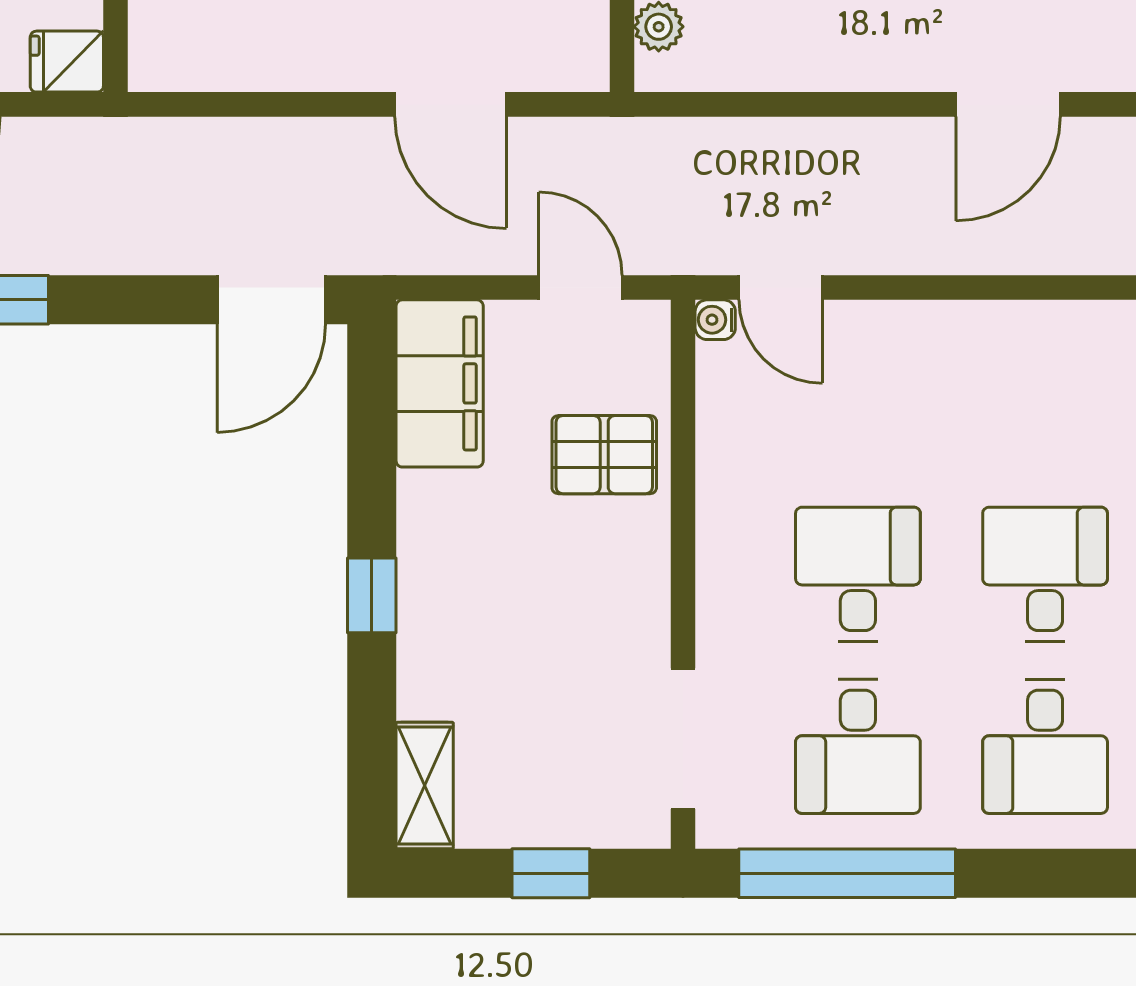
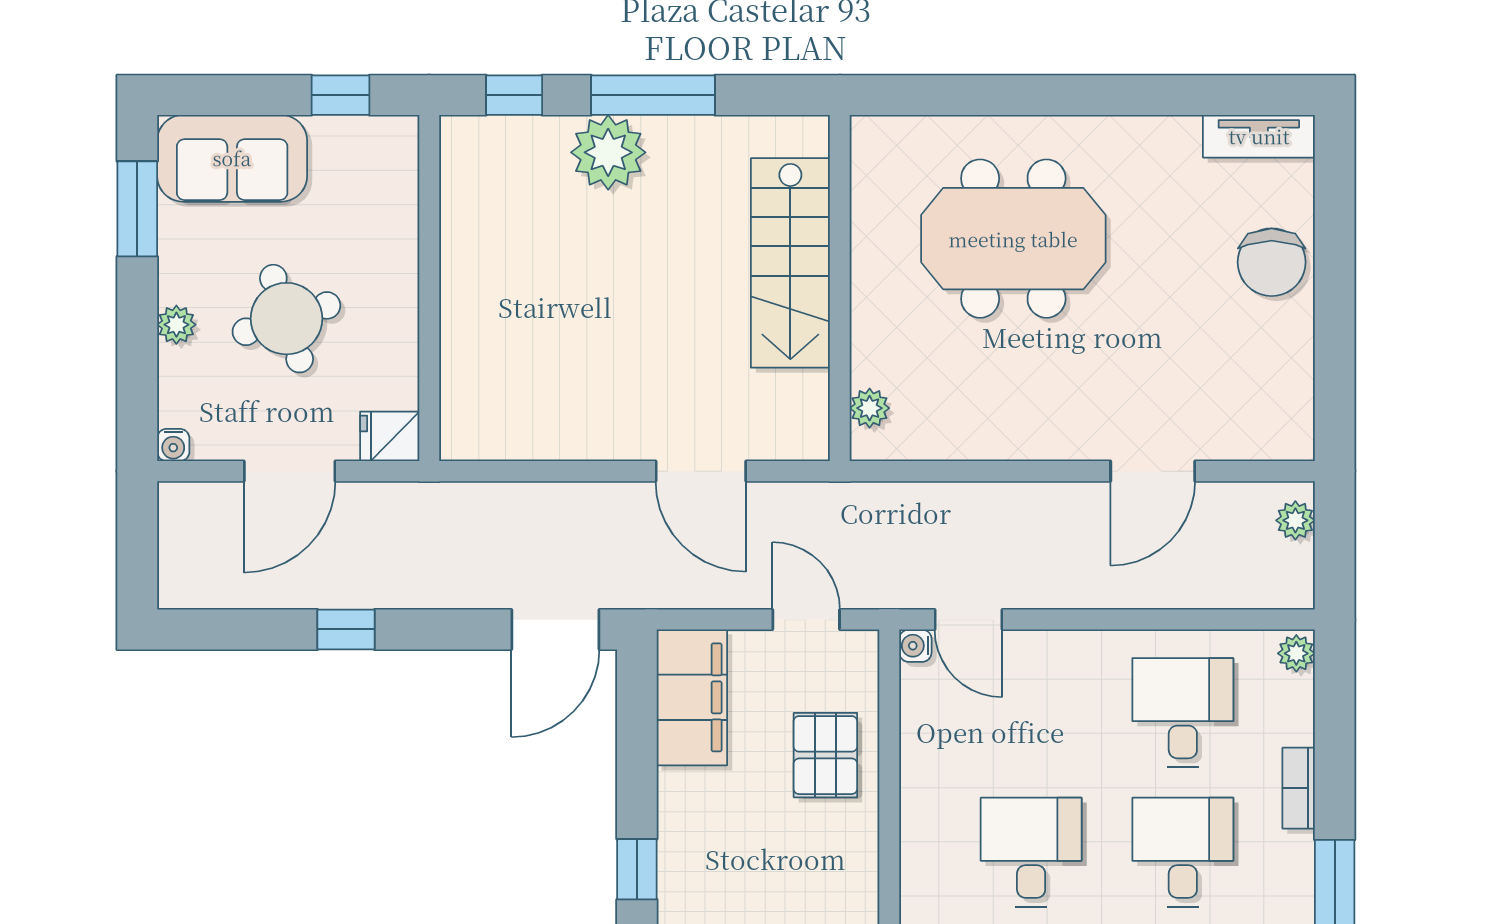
desk: (1045, 402) -> (1183, 713), added
pallet: (604, 455) -> (825, 755), turned 90

